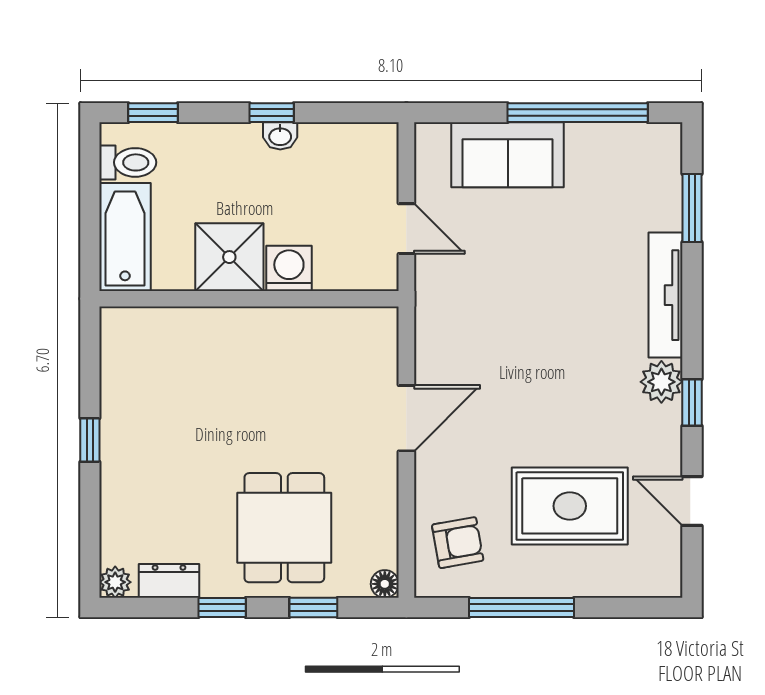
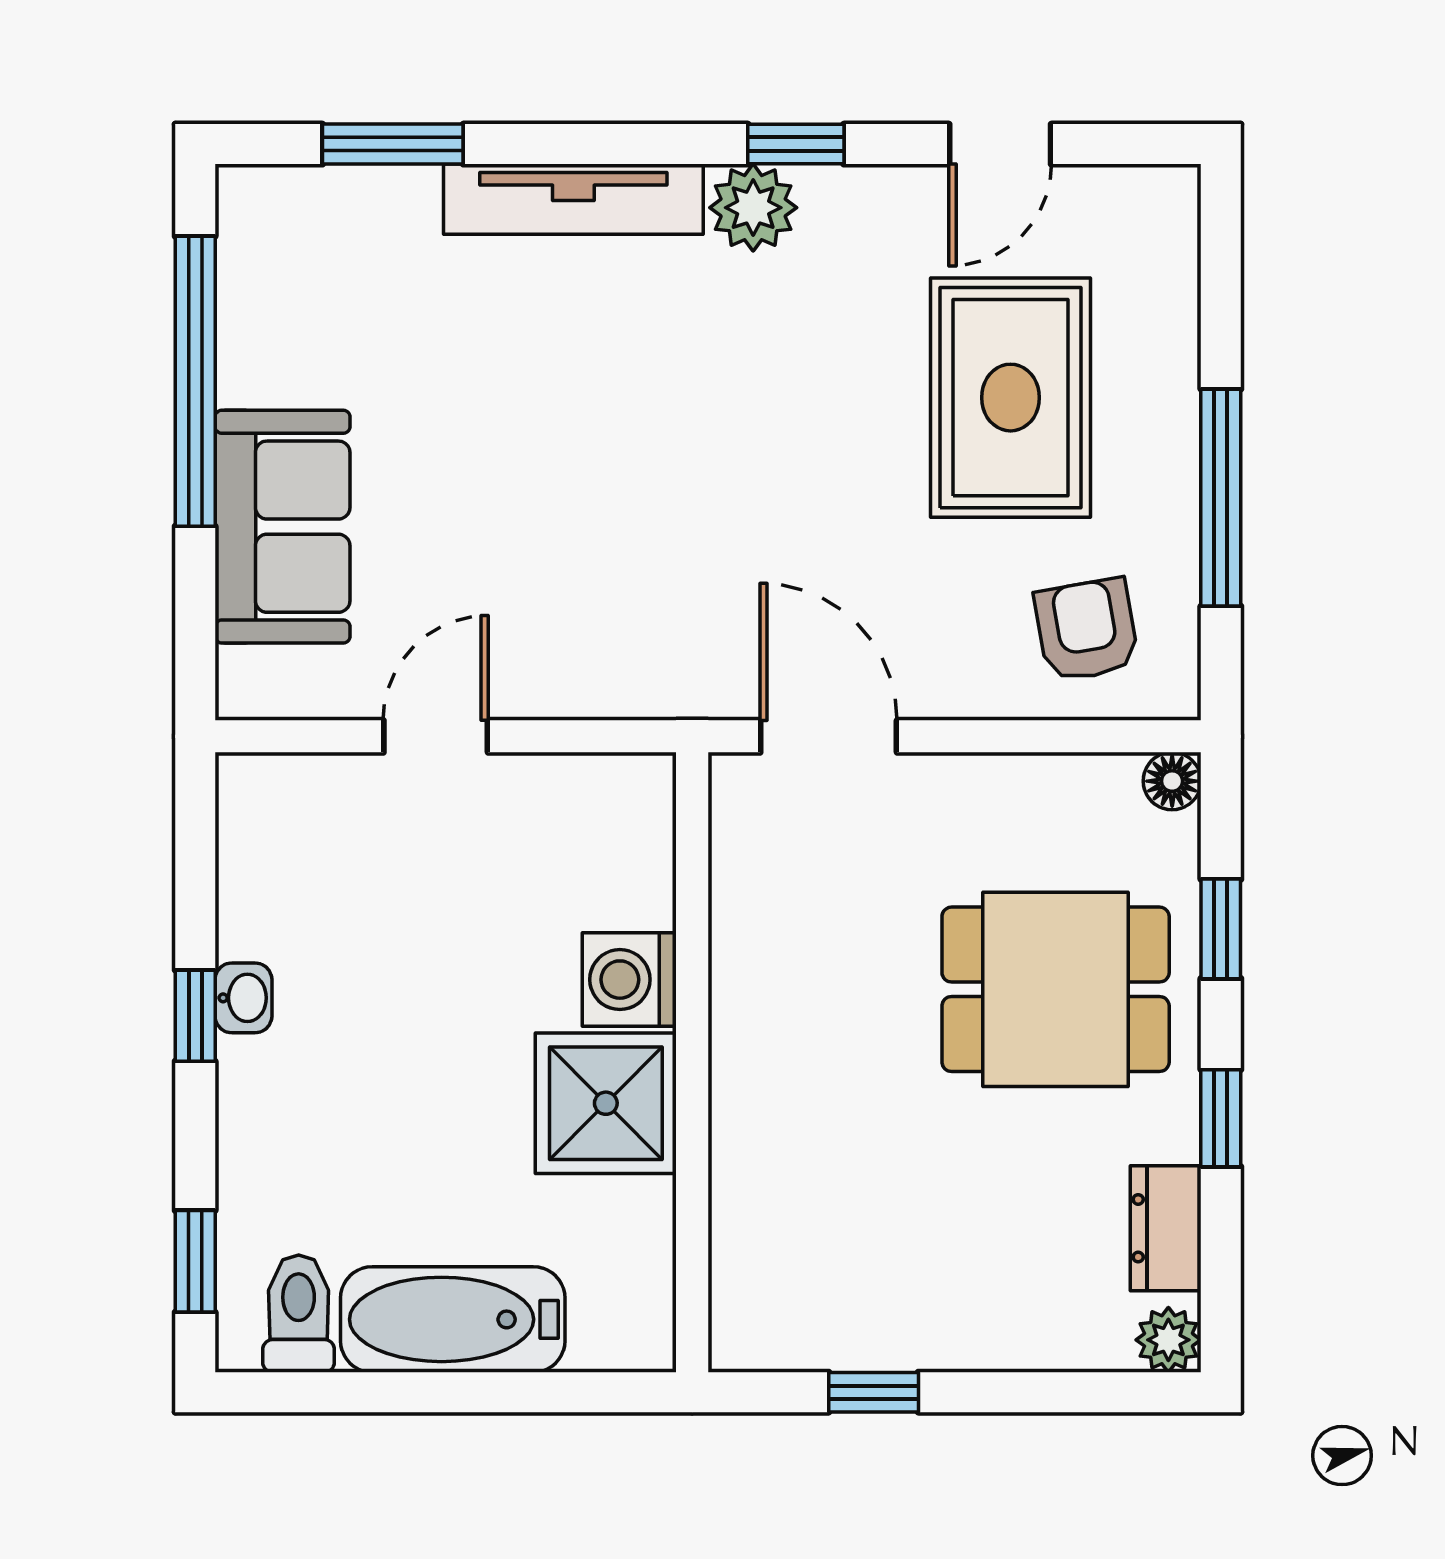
shower: (229, 257) -> (606, 1103), moved
washing machine: (289, 268) -> (629, 980), moved
wall: (249, 299) -> (692, 1062), moved

